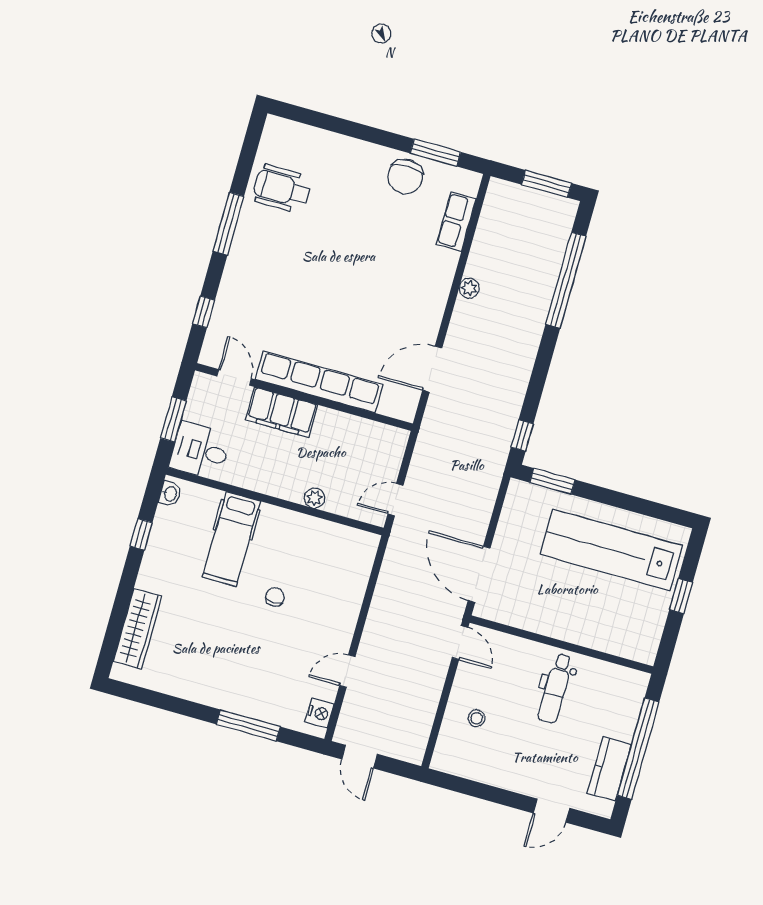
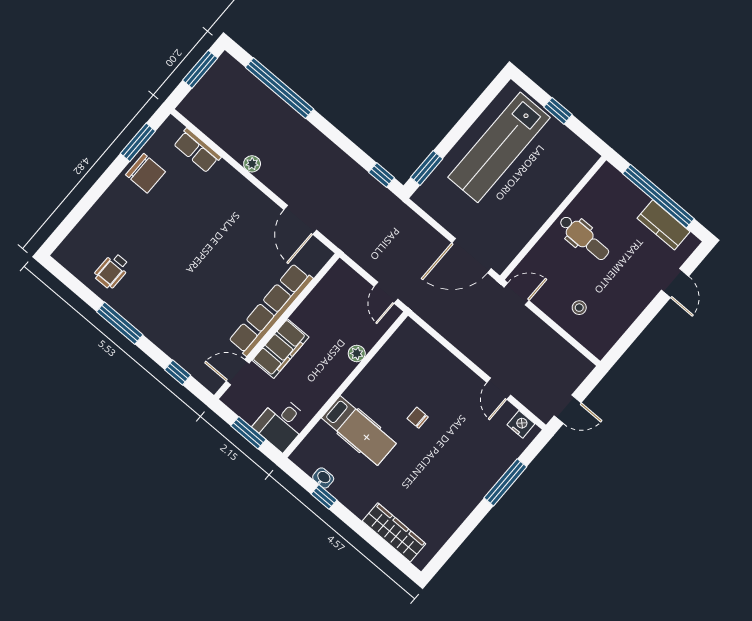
wheelchair: (282, 189) -> (112, 271), width x0.73, depth x0.73
washbasin: (170, 494) -> (323, 478), moved

